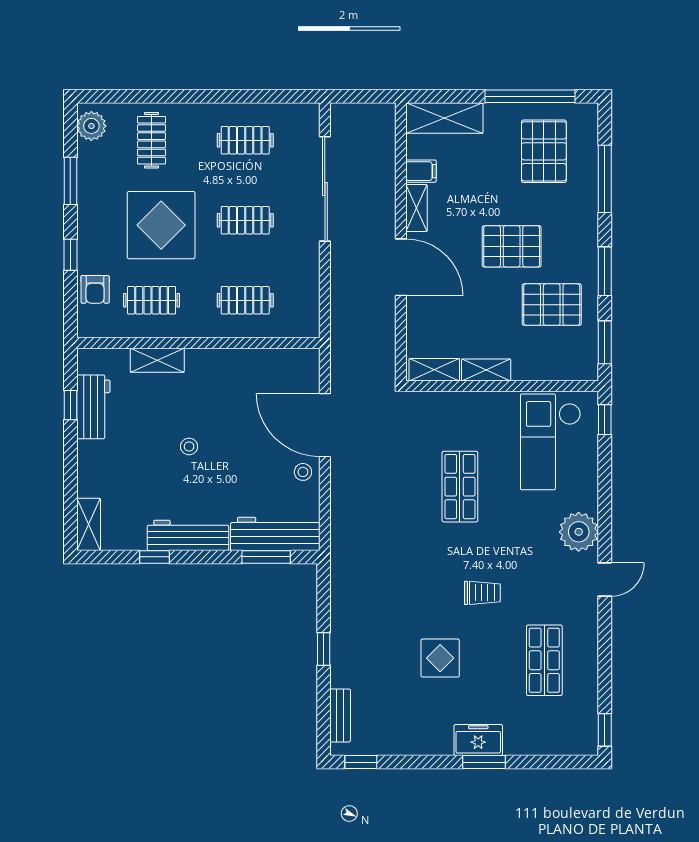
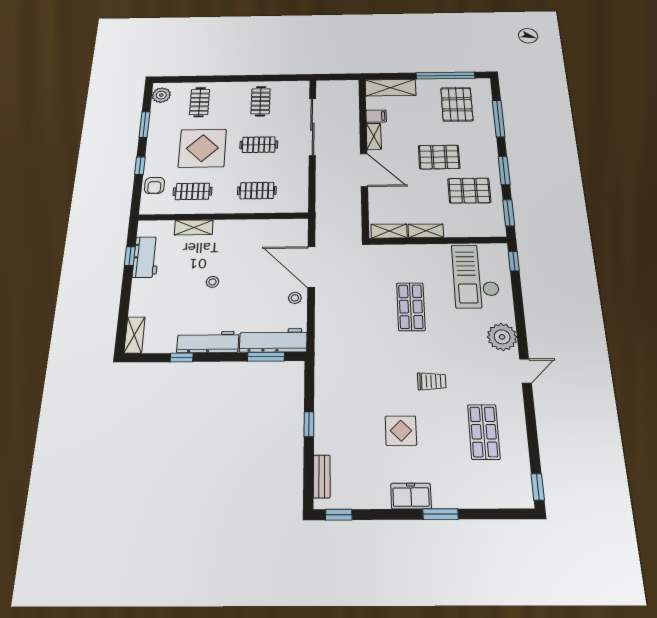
clothes rail: (245, 140) -> (261, 101), turned 90
freezer: (478, 740) -> (411, 496), moved

